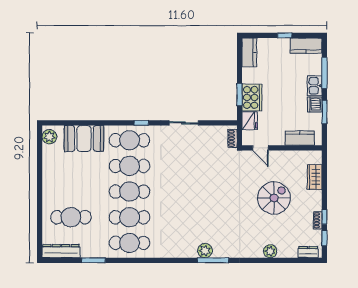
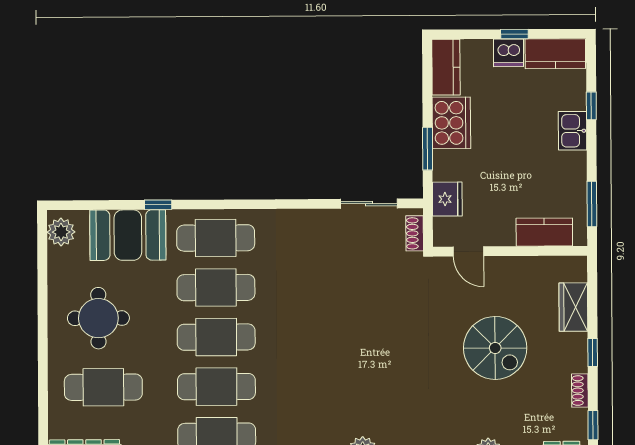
window: (324, 73) -> (591, 106), width x0.46
cooker: (252, 97) -> (451, 123), moved
dishwasher: (315, 104) -> (509, 53), moved, turned -90
window: (324, 112) -> (592, 204), moved
window: (141, 123) -> (158, 205), moved
sliding door: (184, 123) -> (369, 204), moved
round table: (69, 181) -> (98, 318), added
spiral stairs: (274, 198) -> (495, 348), turned 90
window: (324, 217) -> (593, 353), moved

